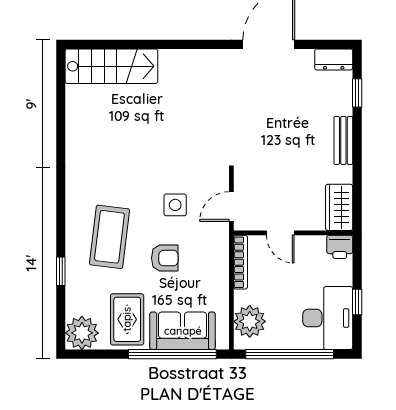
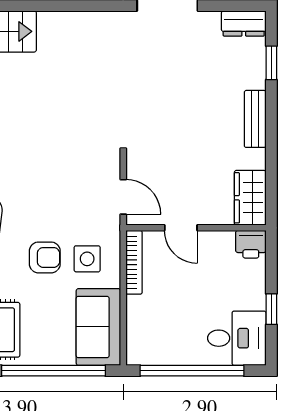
side table: (175, 205) -> (87, 259), moved
door: (231, 207) -> (123, 197), swing flipped
desk: (328, 318) -> (237, 338), width x0.73
plant: (250, 321) -> (145, 332), removed
sofa: (183, 331) -> (98, 327), moved, turned -90

